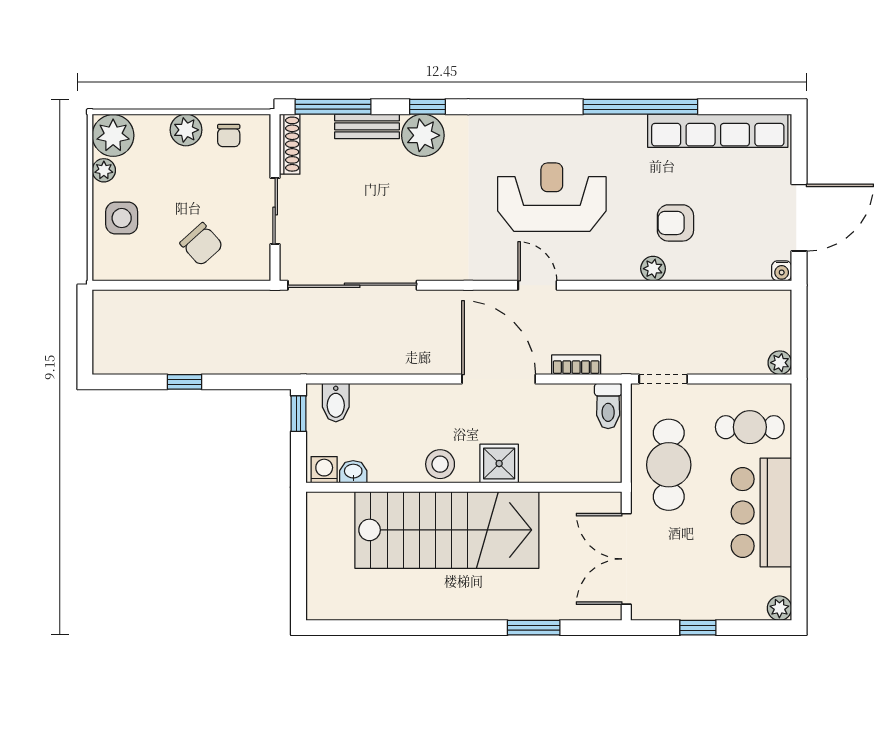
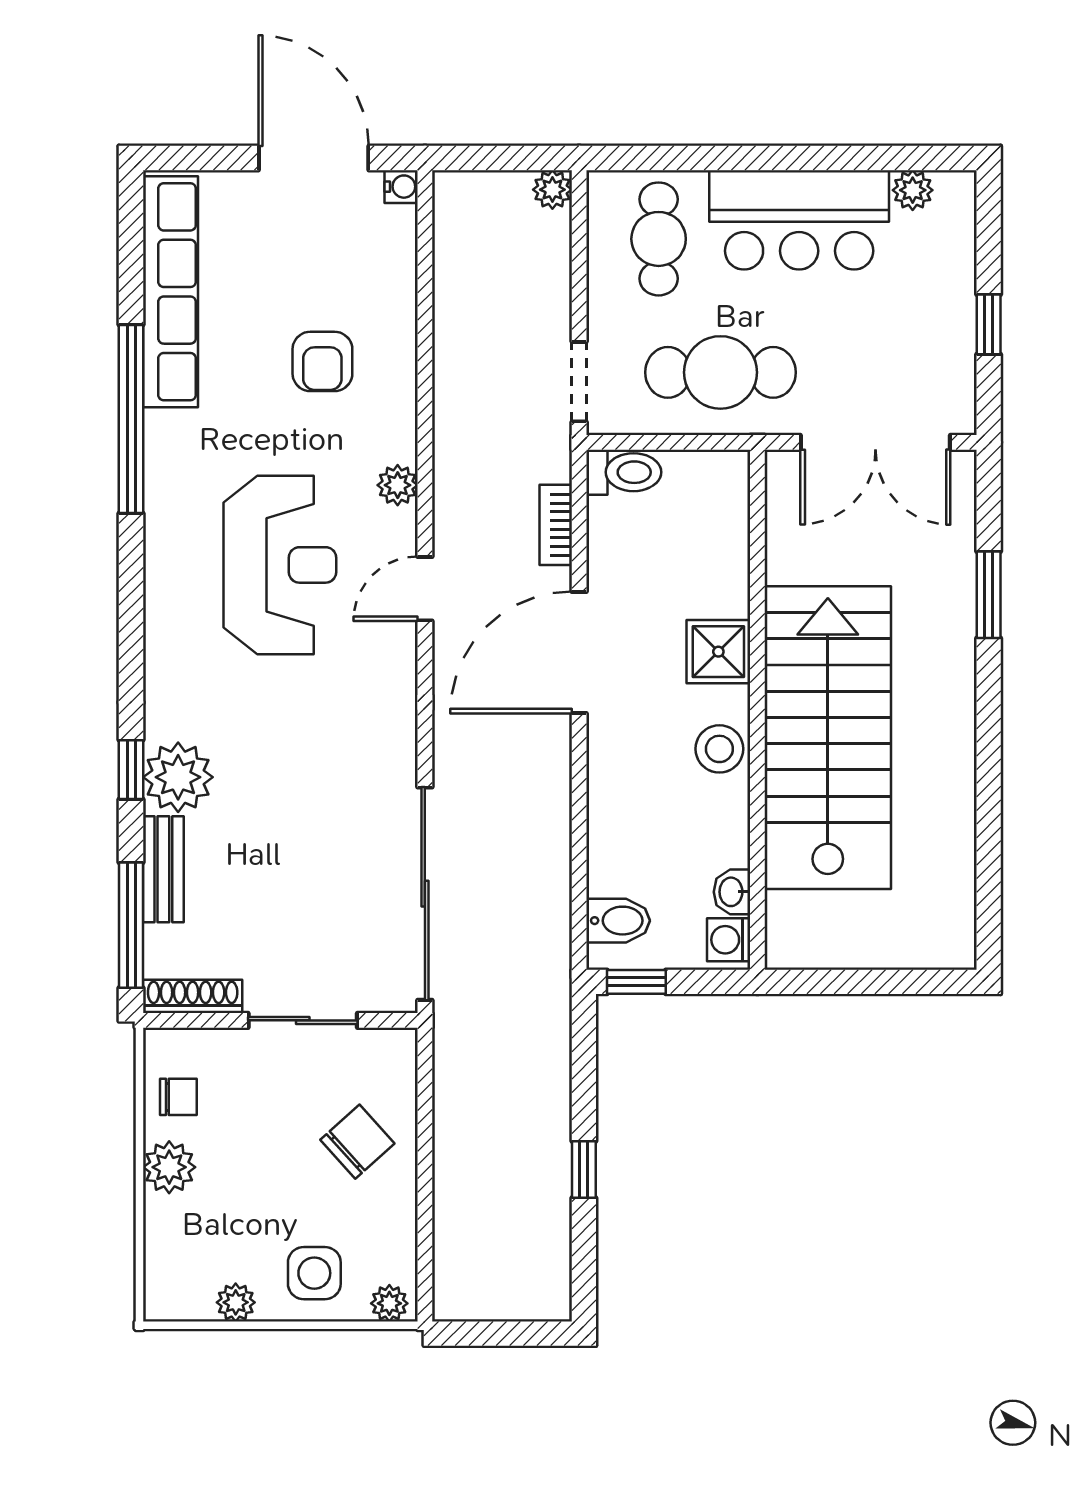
plant: (113, 135) -> (389, 1303), moved, width x0.53, depth x0.53
reception desk: (552, 197) -> (280, 565), turned 180
plant: (653, 269) -> (398, 485), moved
plant: (779, 608) -> (913, 190), moved

